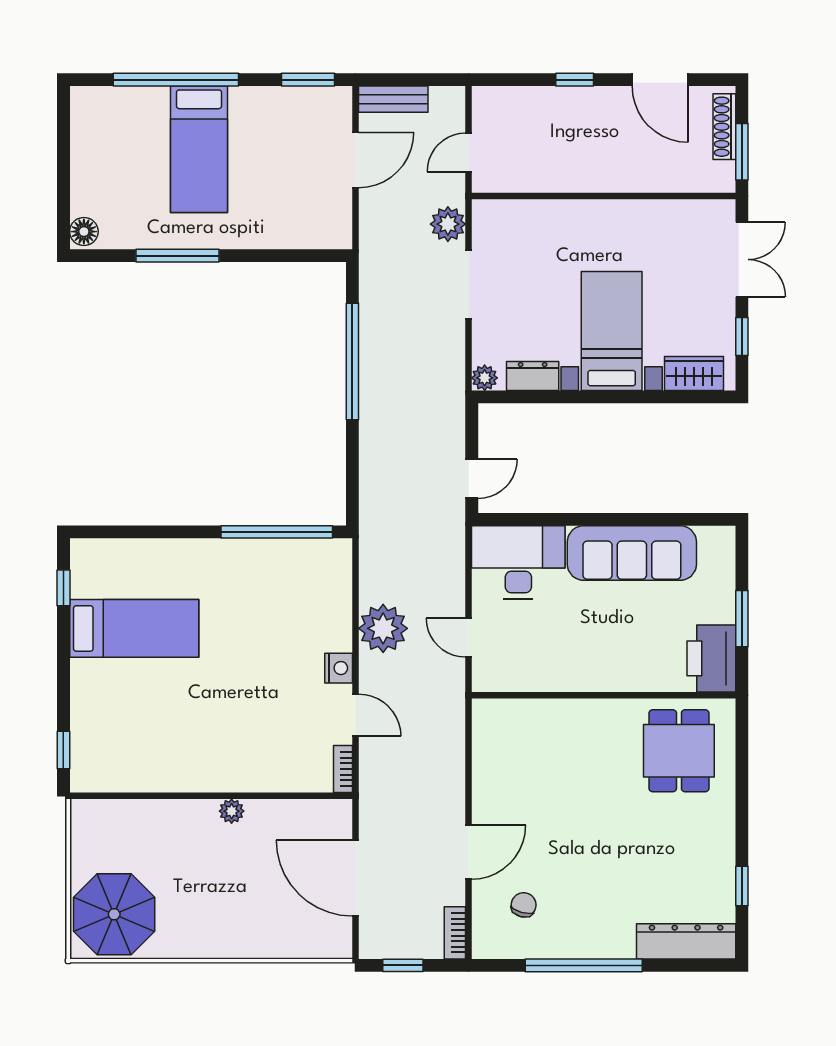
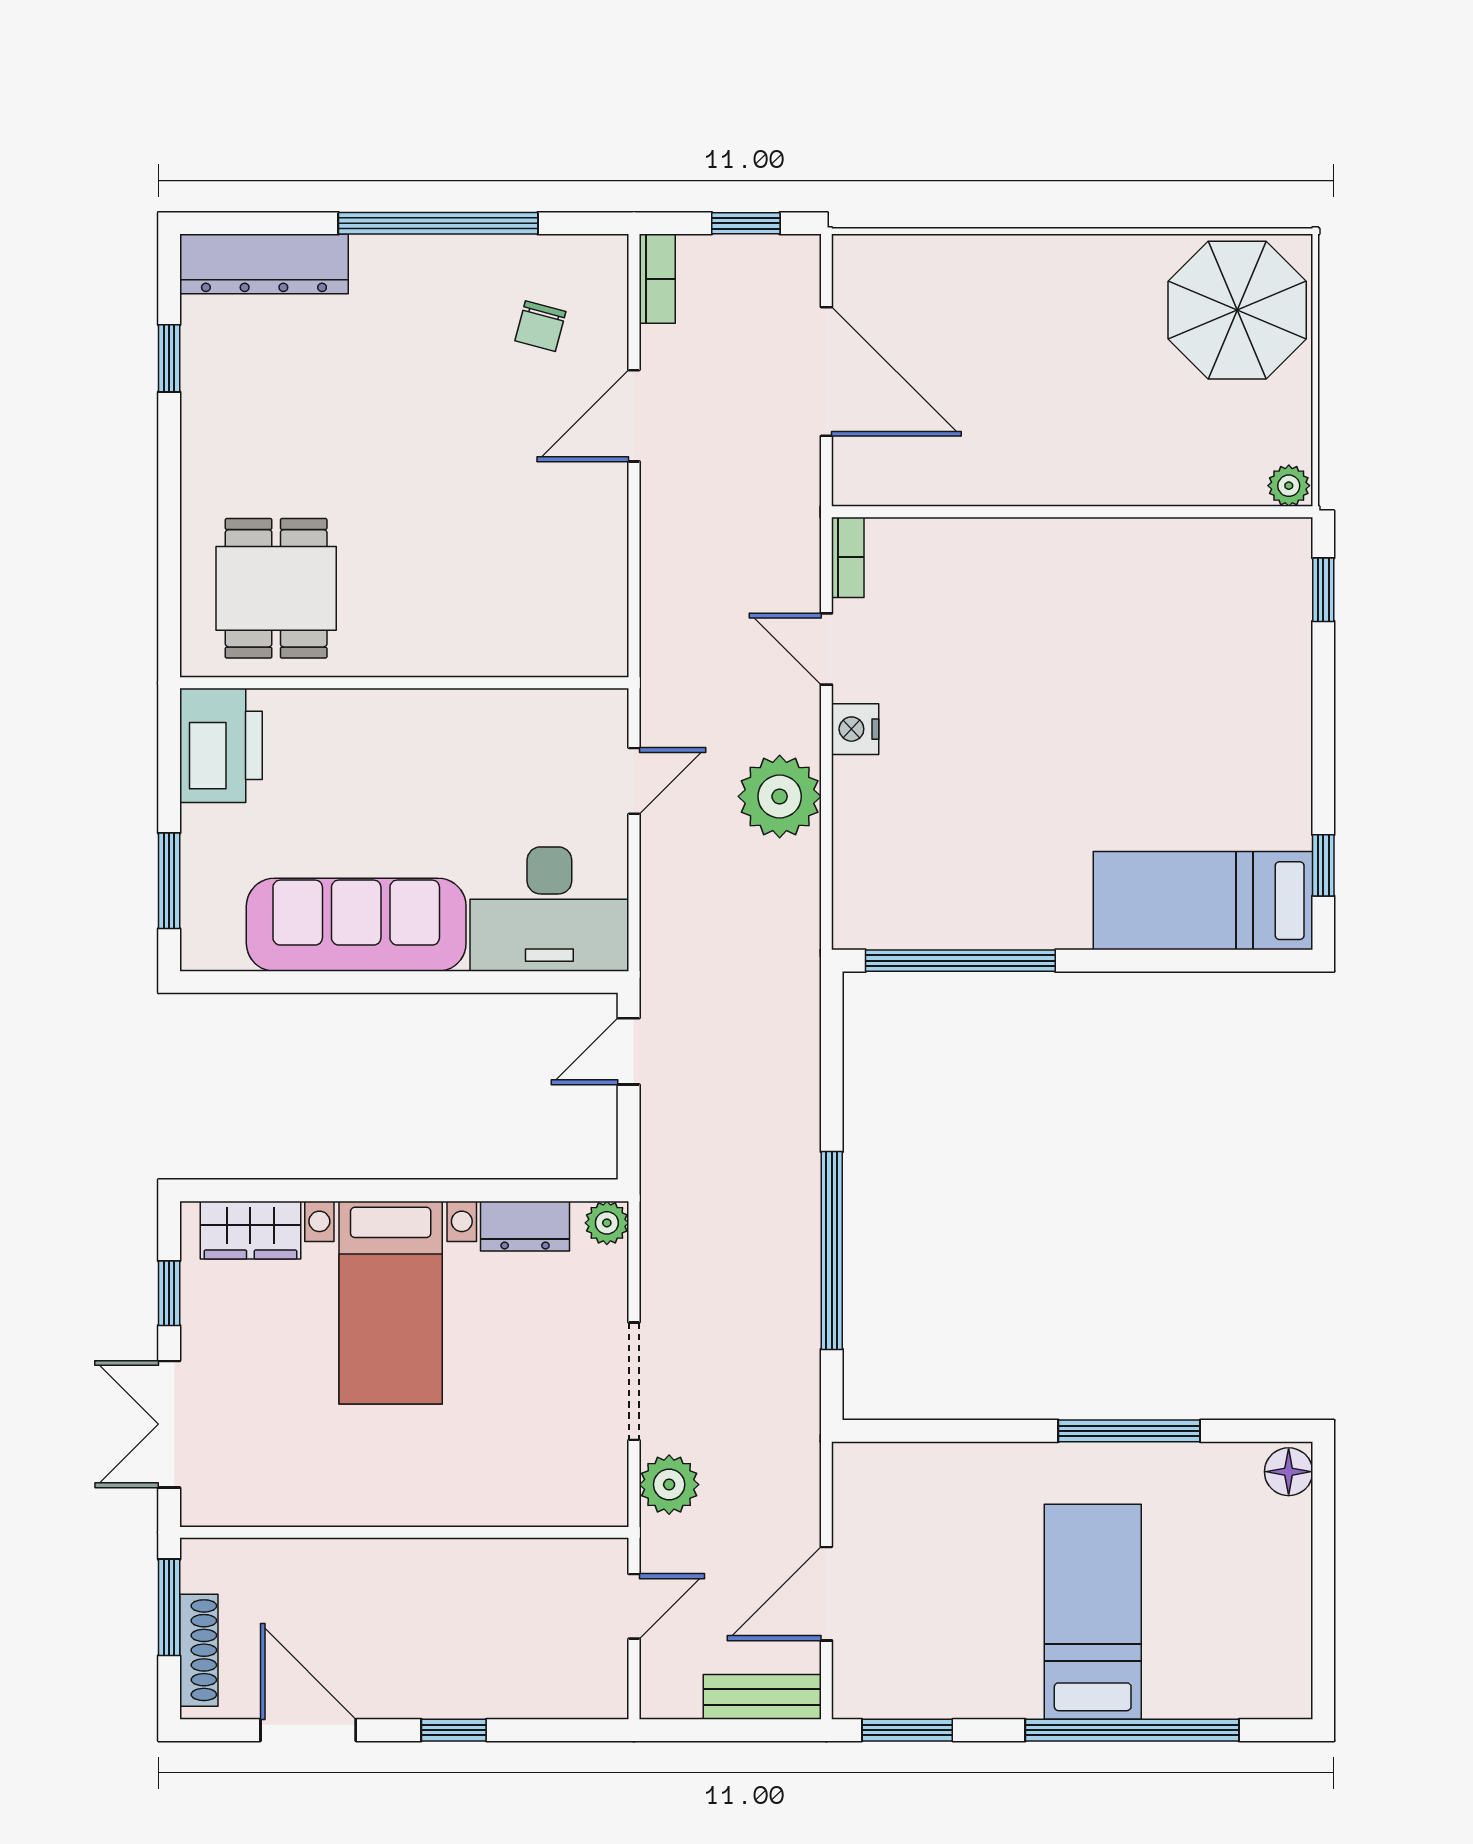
window: (742, 619) -> (169, 881), moved
bed: (134, 628) -> (1203, 901), moved
door: (469, 638) -> (634, 781), hinge flipped
plant: (232, 811) -> (1289, 486), moved

